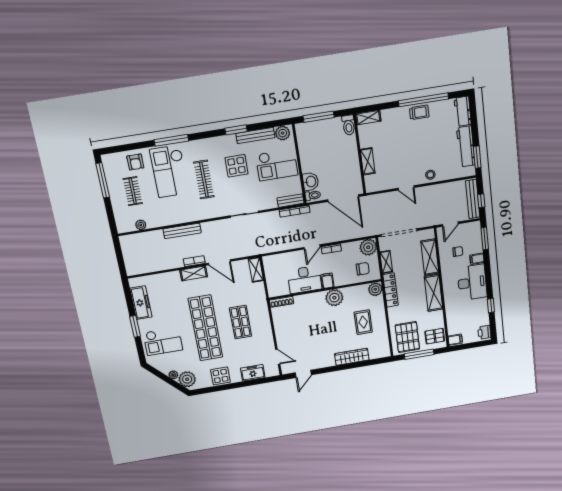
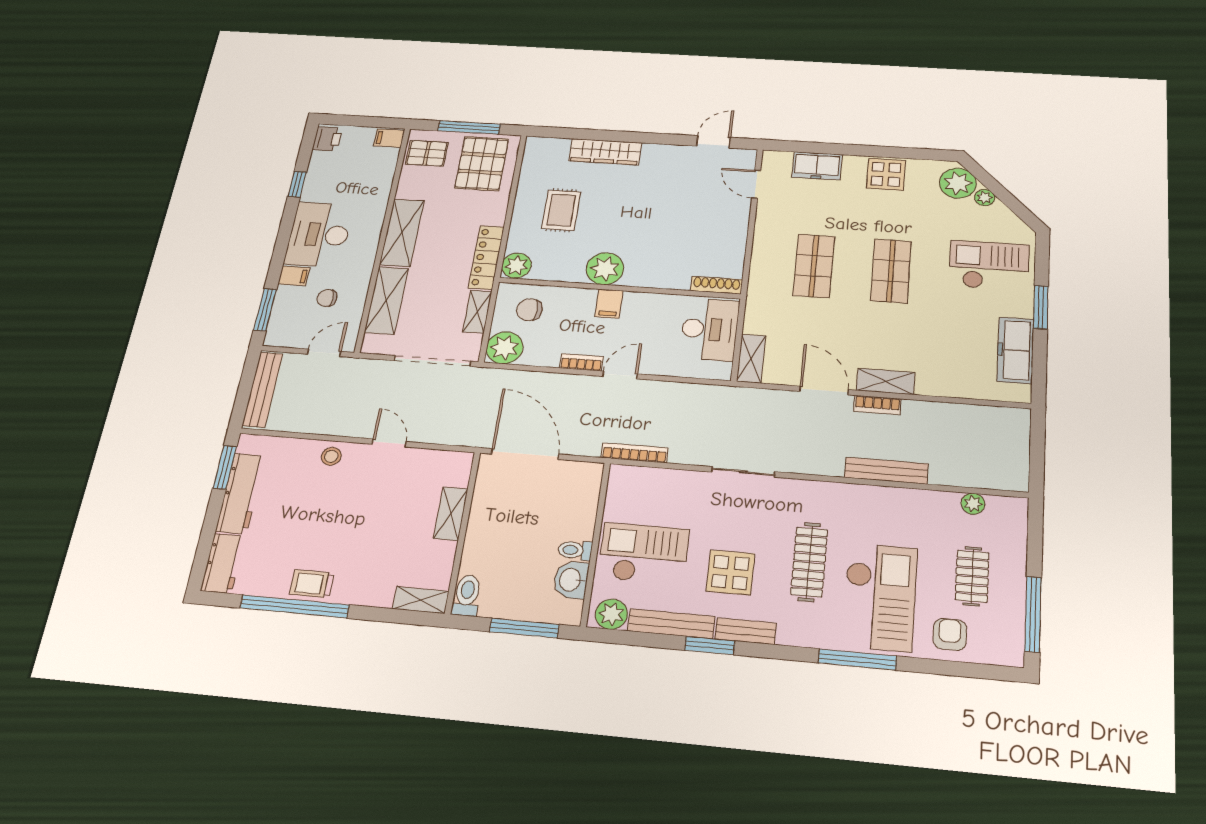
washbasin: (311, 182) -> (571, 580), moved
toilet: (313, 195) -> (575, 550), moved
bench: (291, 201) -> (746, 631), moved
window: (481, 201) -> (247, 382), removed
desk: (304, 280) -> (710, 329), moved, turned 90
shop shelf: (205, 328) -> (891, 271), width x0.50, depth x0.74

